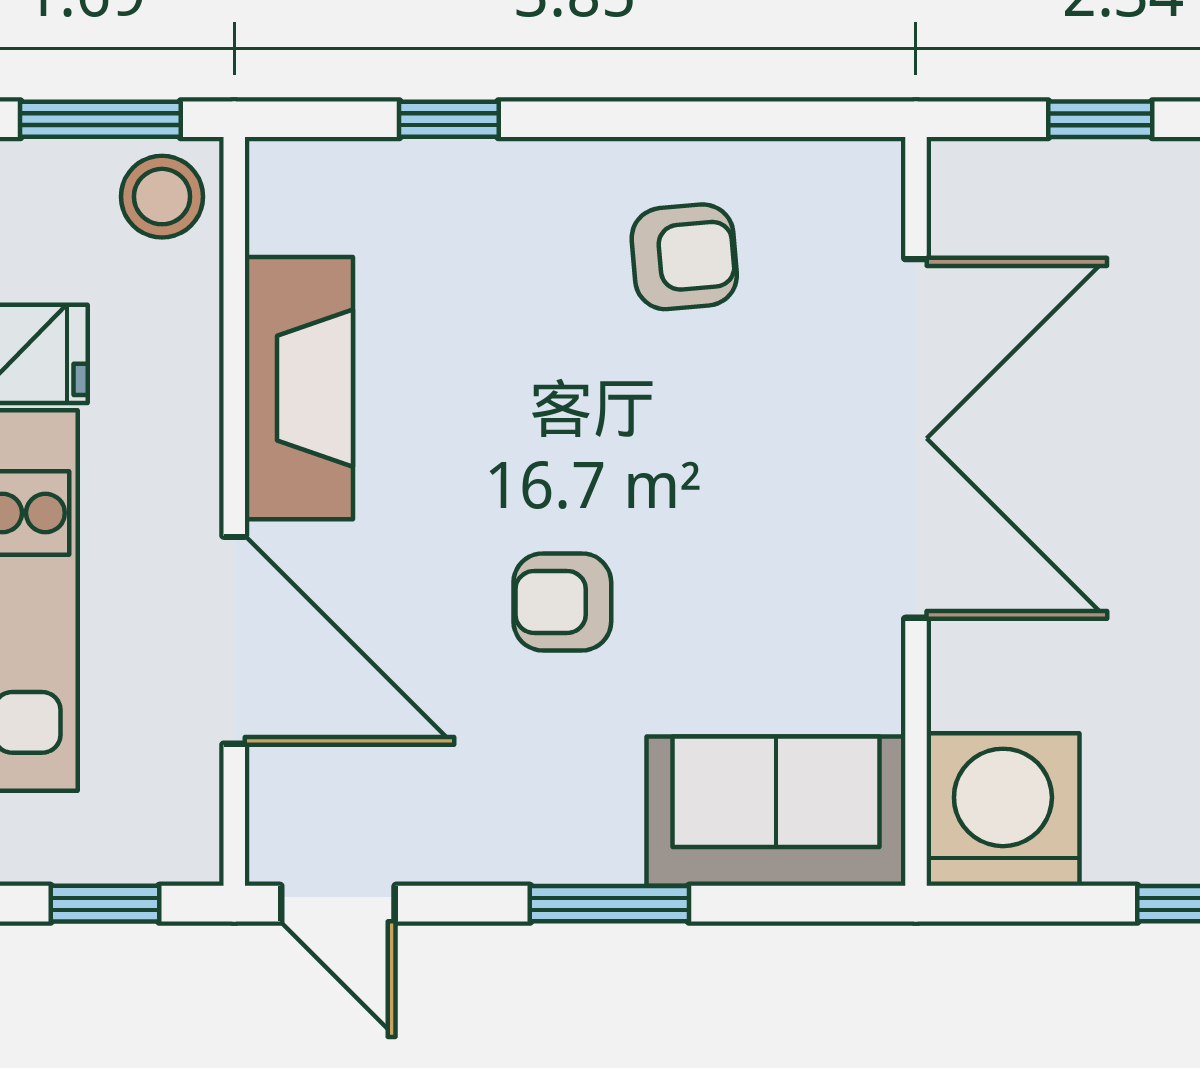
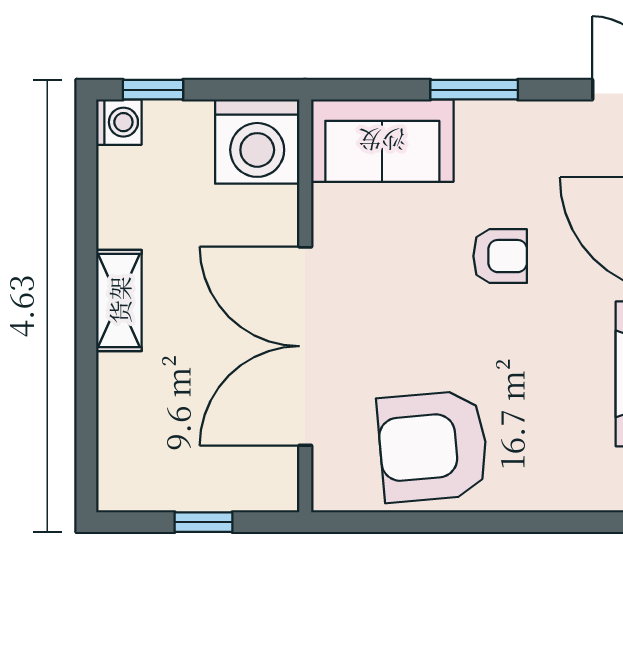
window: (449, 119) -> (563, 522), removed
armchair: (684, 257) -> (433, 446), width x1.88, depth x1.88

